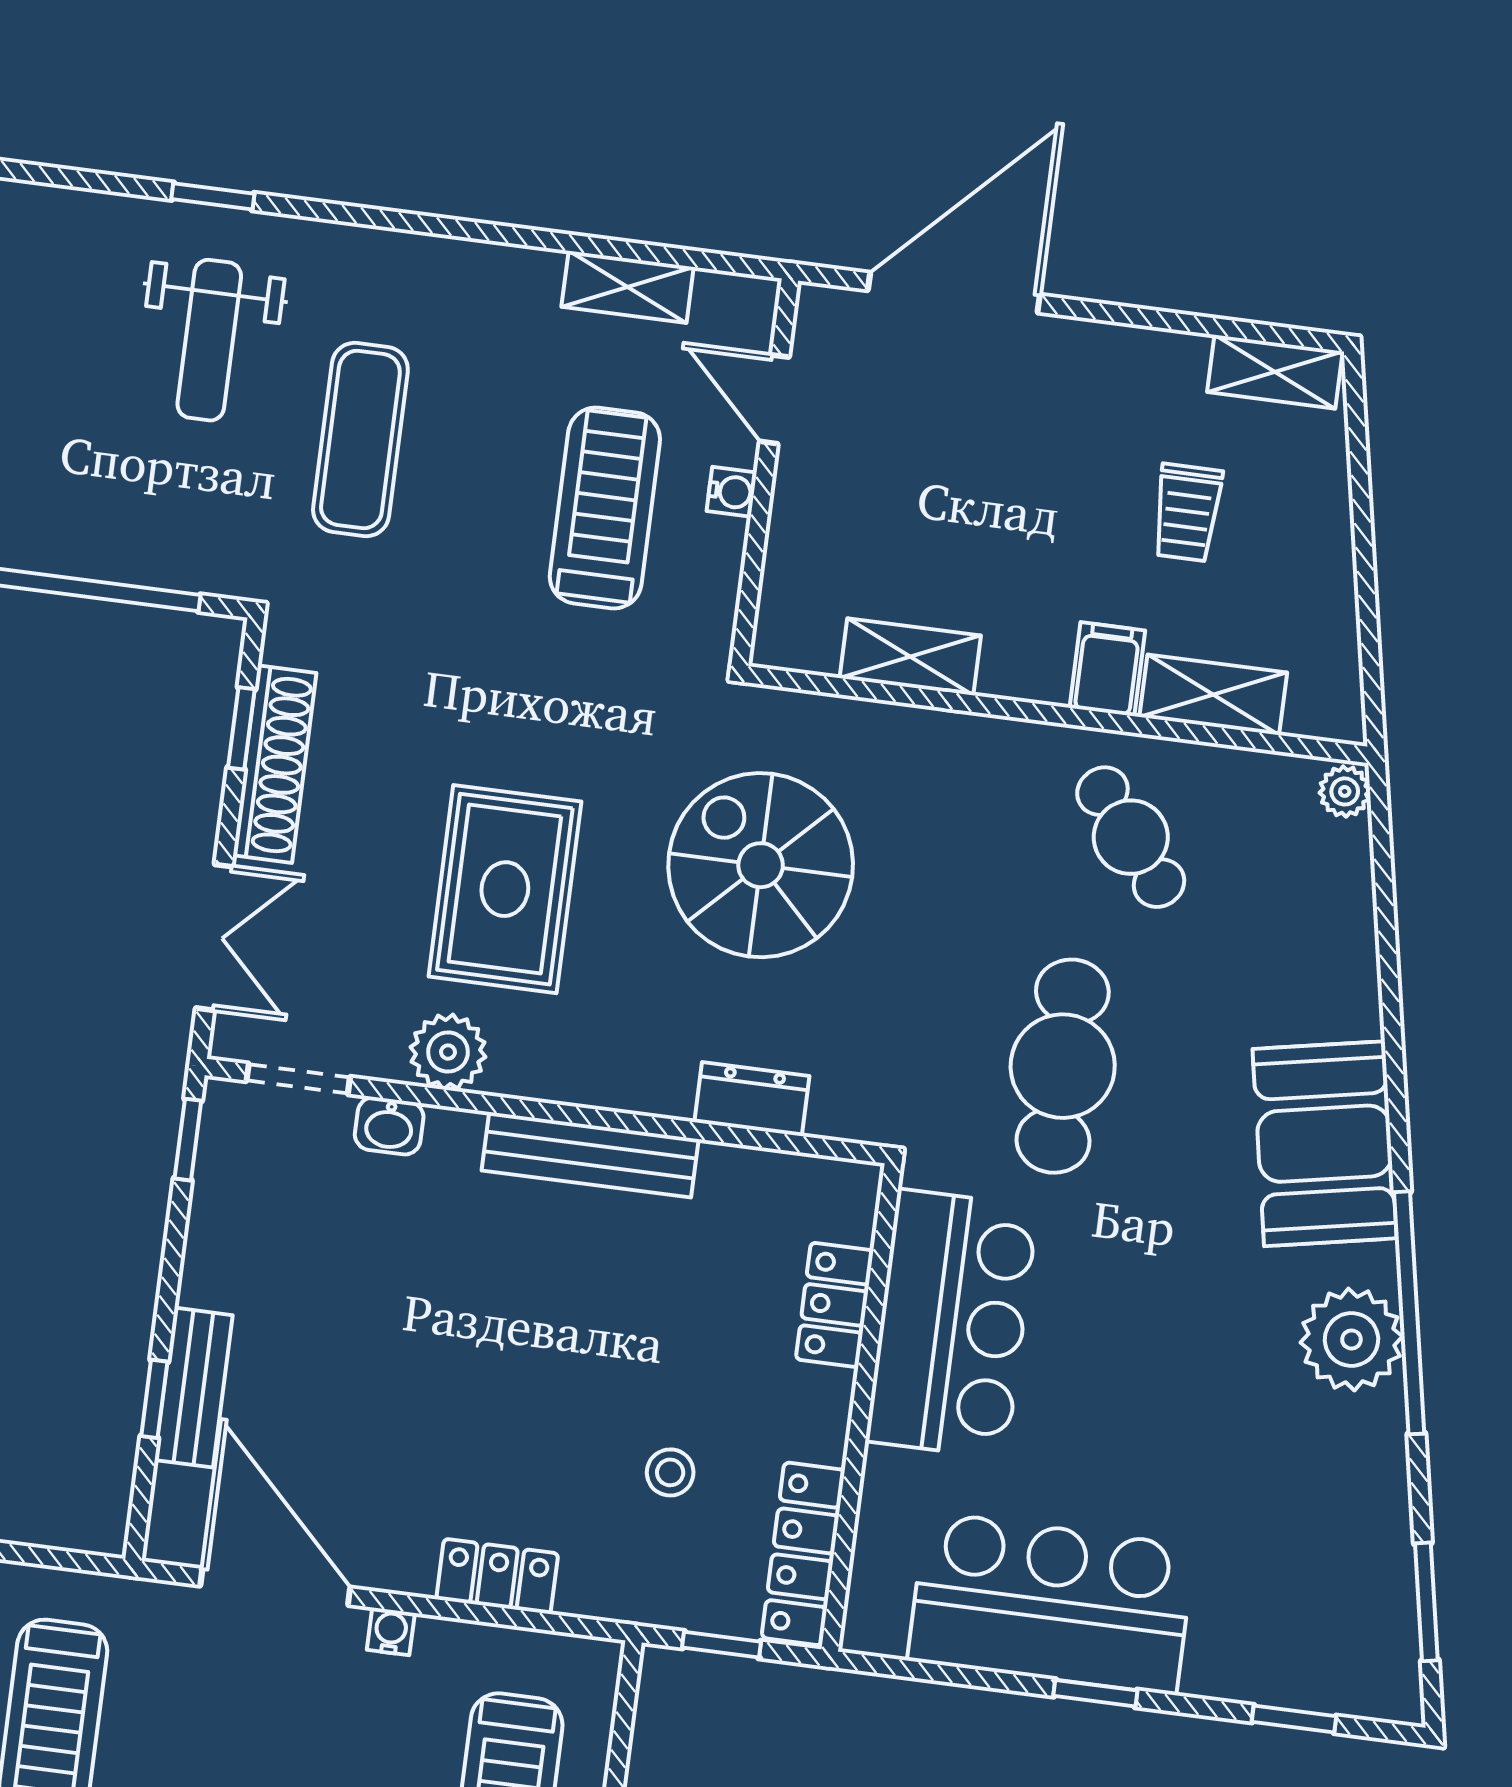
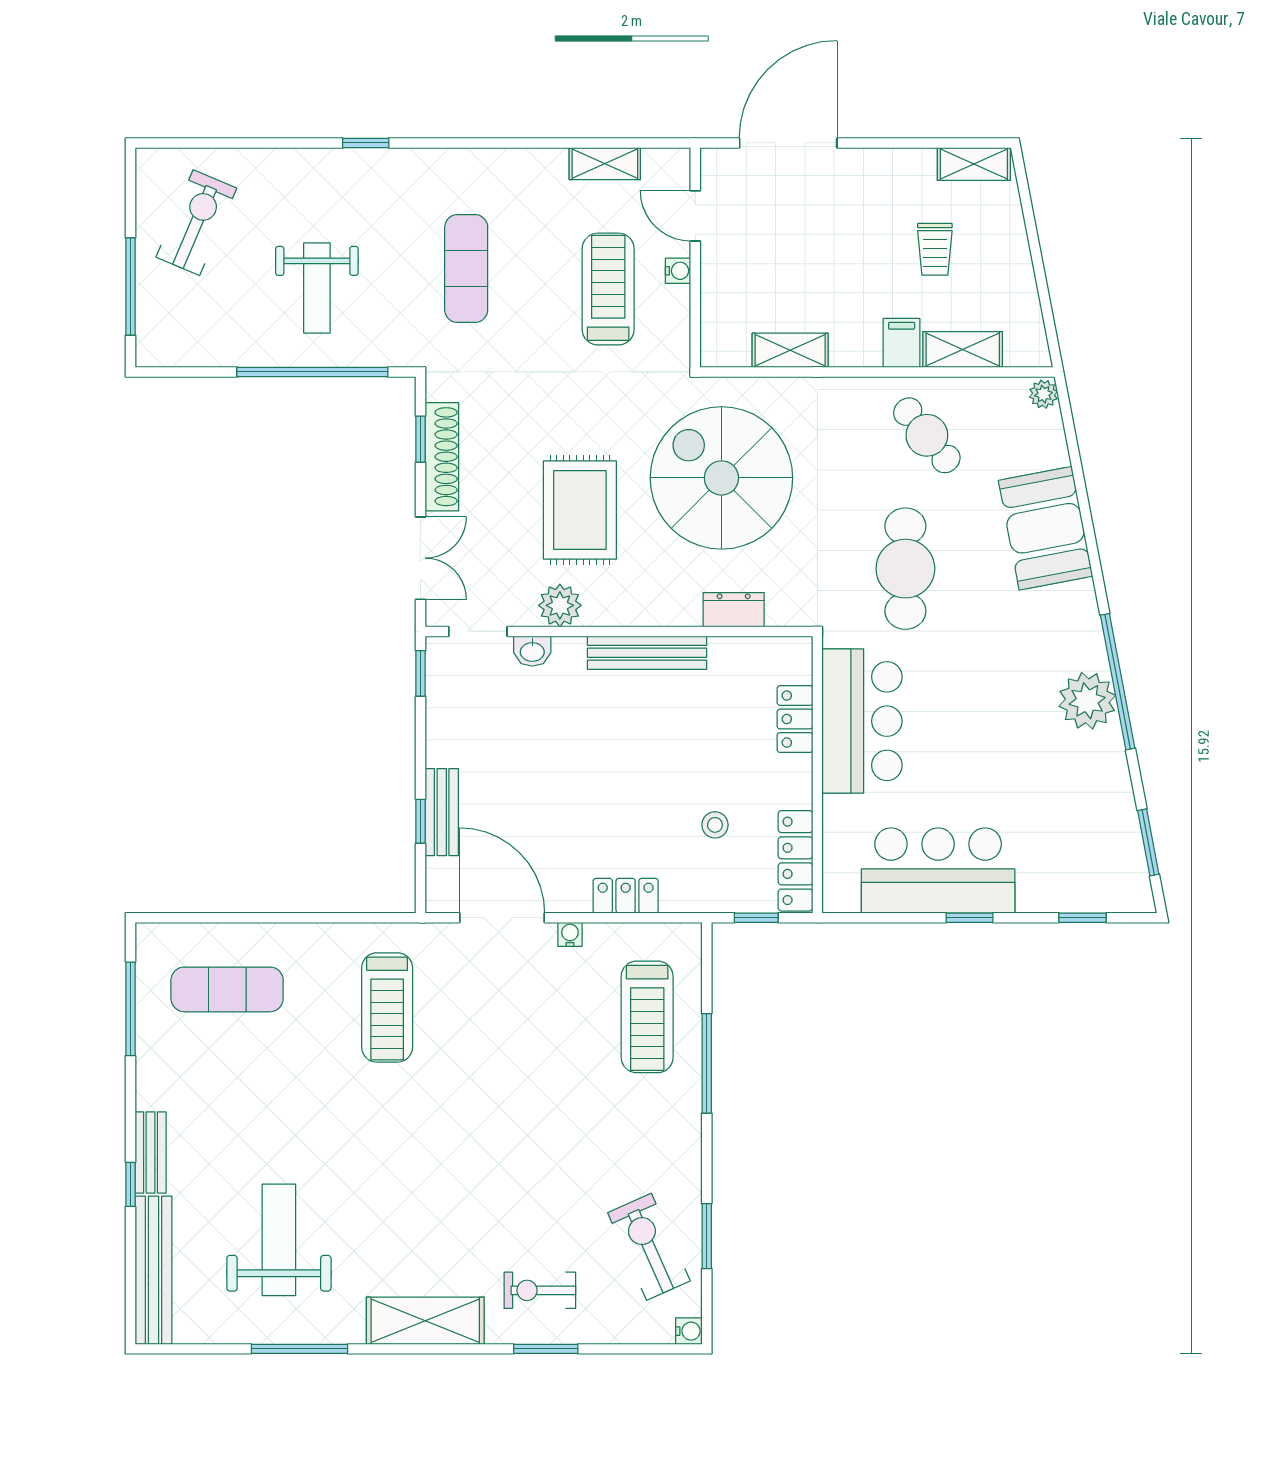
weight bench: (209, 340) -> (317, 288), moved
spiral stairs: (761, 865) -> (721, 478), width x1.37, depth x1.37
booth: (1325, 1144) -> (1046, 528), moved

